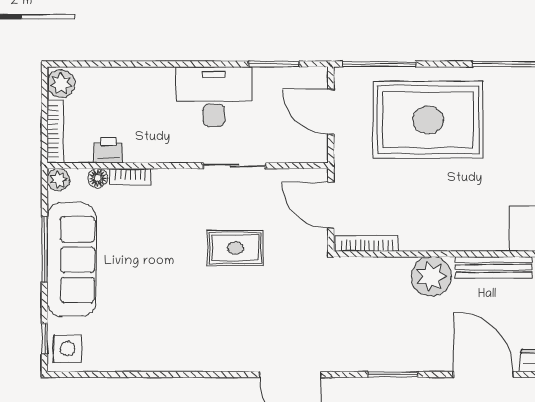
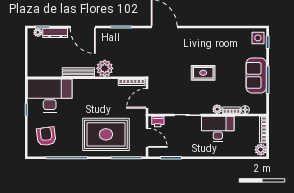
desk: (214, 97) -> (218, 129), moved, turned 180
printer: (108, 150) -> (158, 122), moved
plant: (58, 180) -> (217, 109), moved
door: (331, 205) -> (147, 98), swing flipped
rug: (235, 248) -> (203, 73), moved
sofa: (71, 260) -> (256, 75), width x0.73

